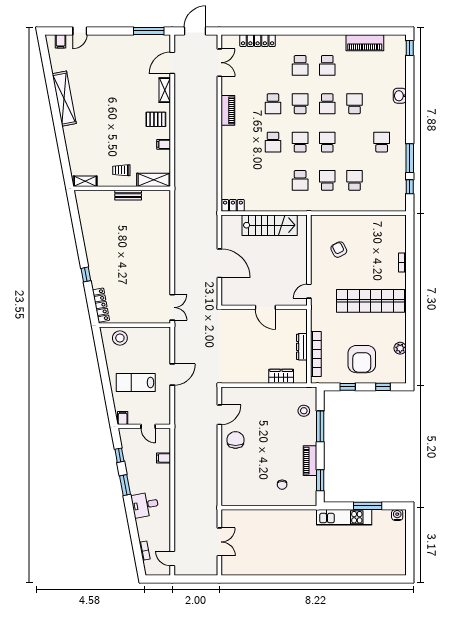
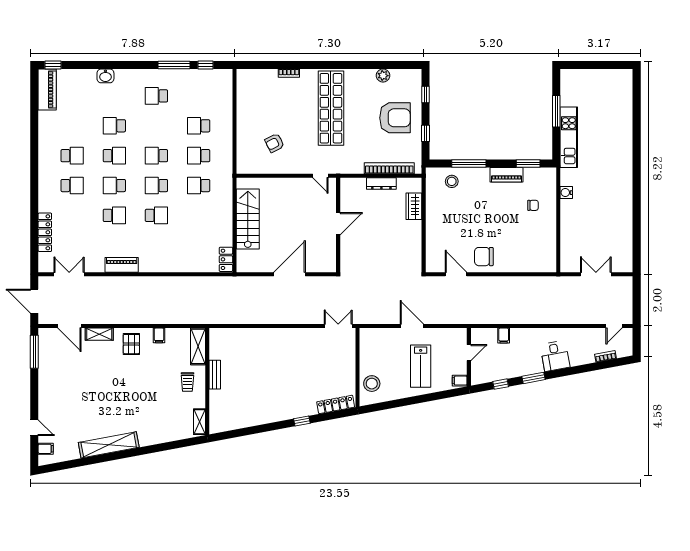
piano: (365, 43) -> (47, 90), moved
school desk: (300, 180) -> (199, 186), turned 180
water cooler: (397, 515) -> (566, 193), moved

